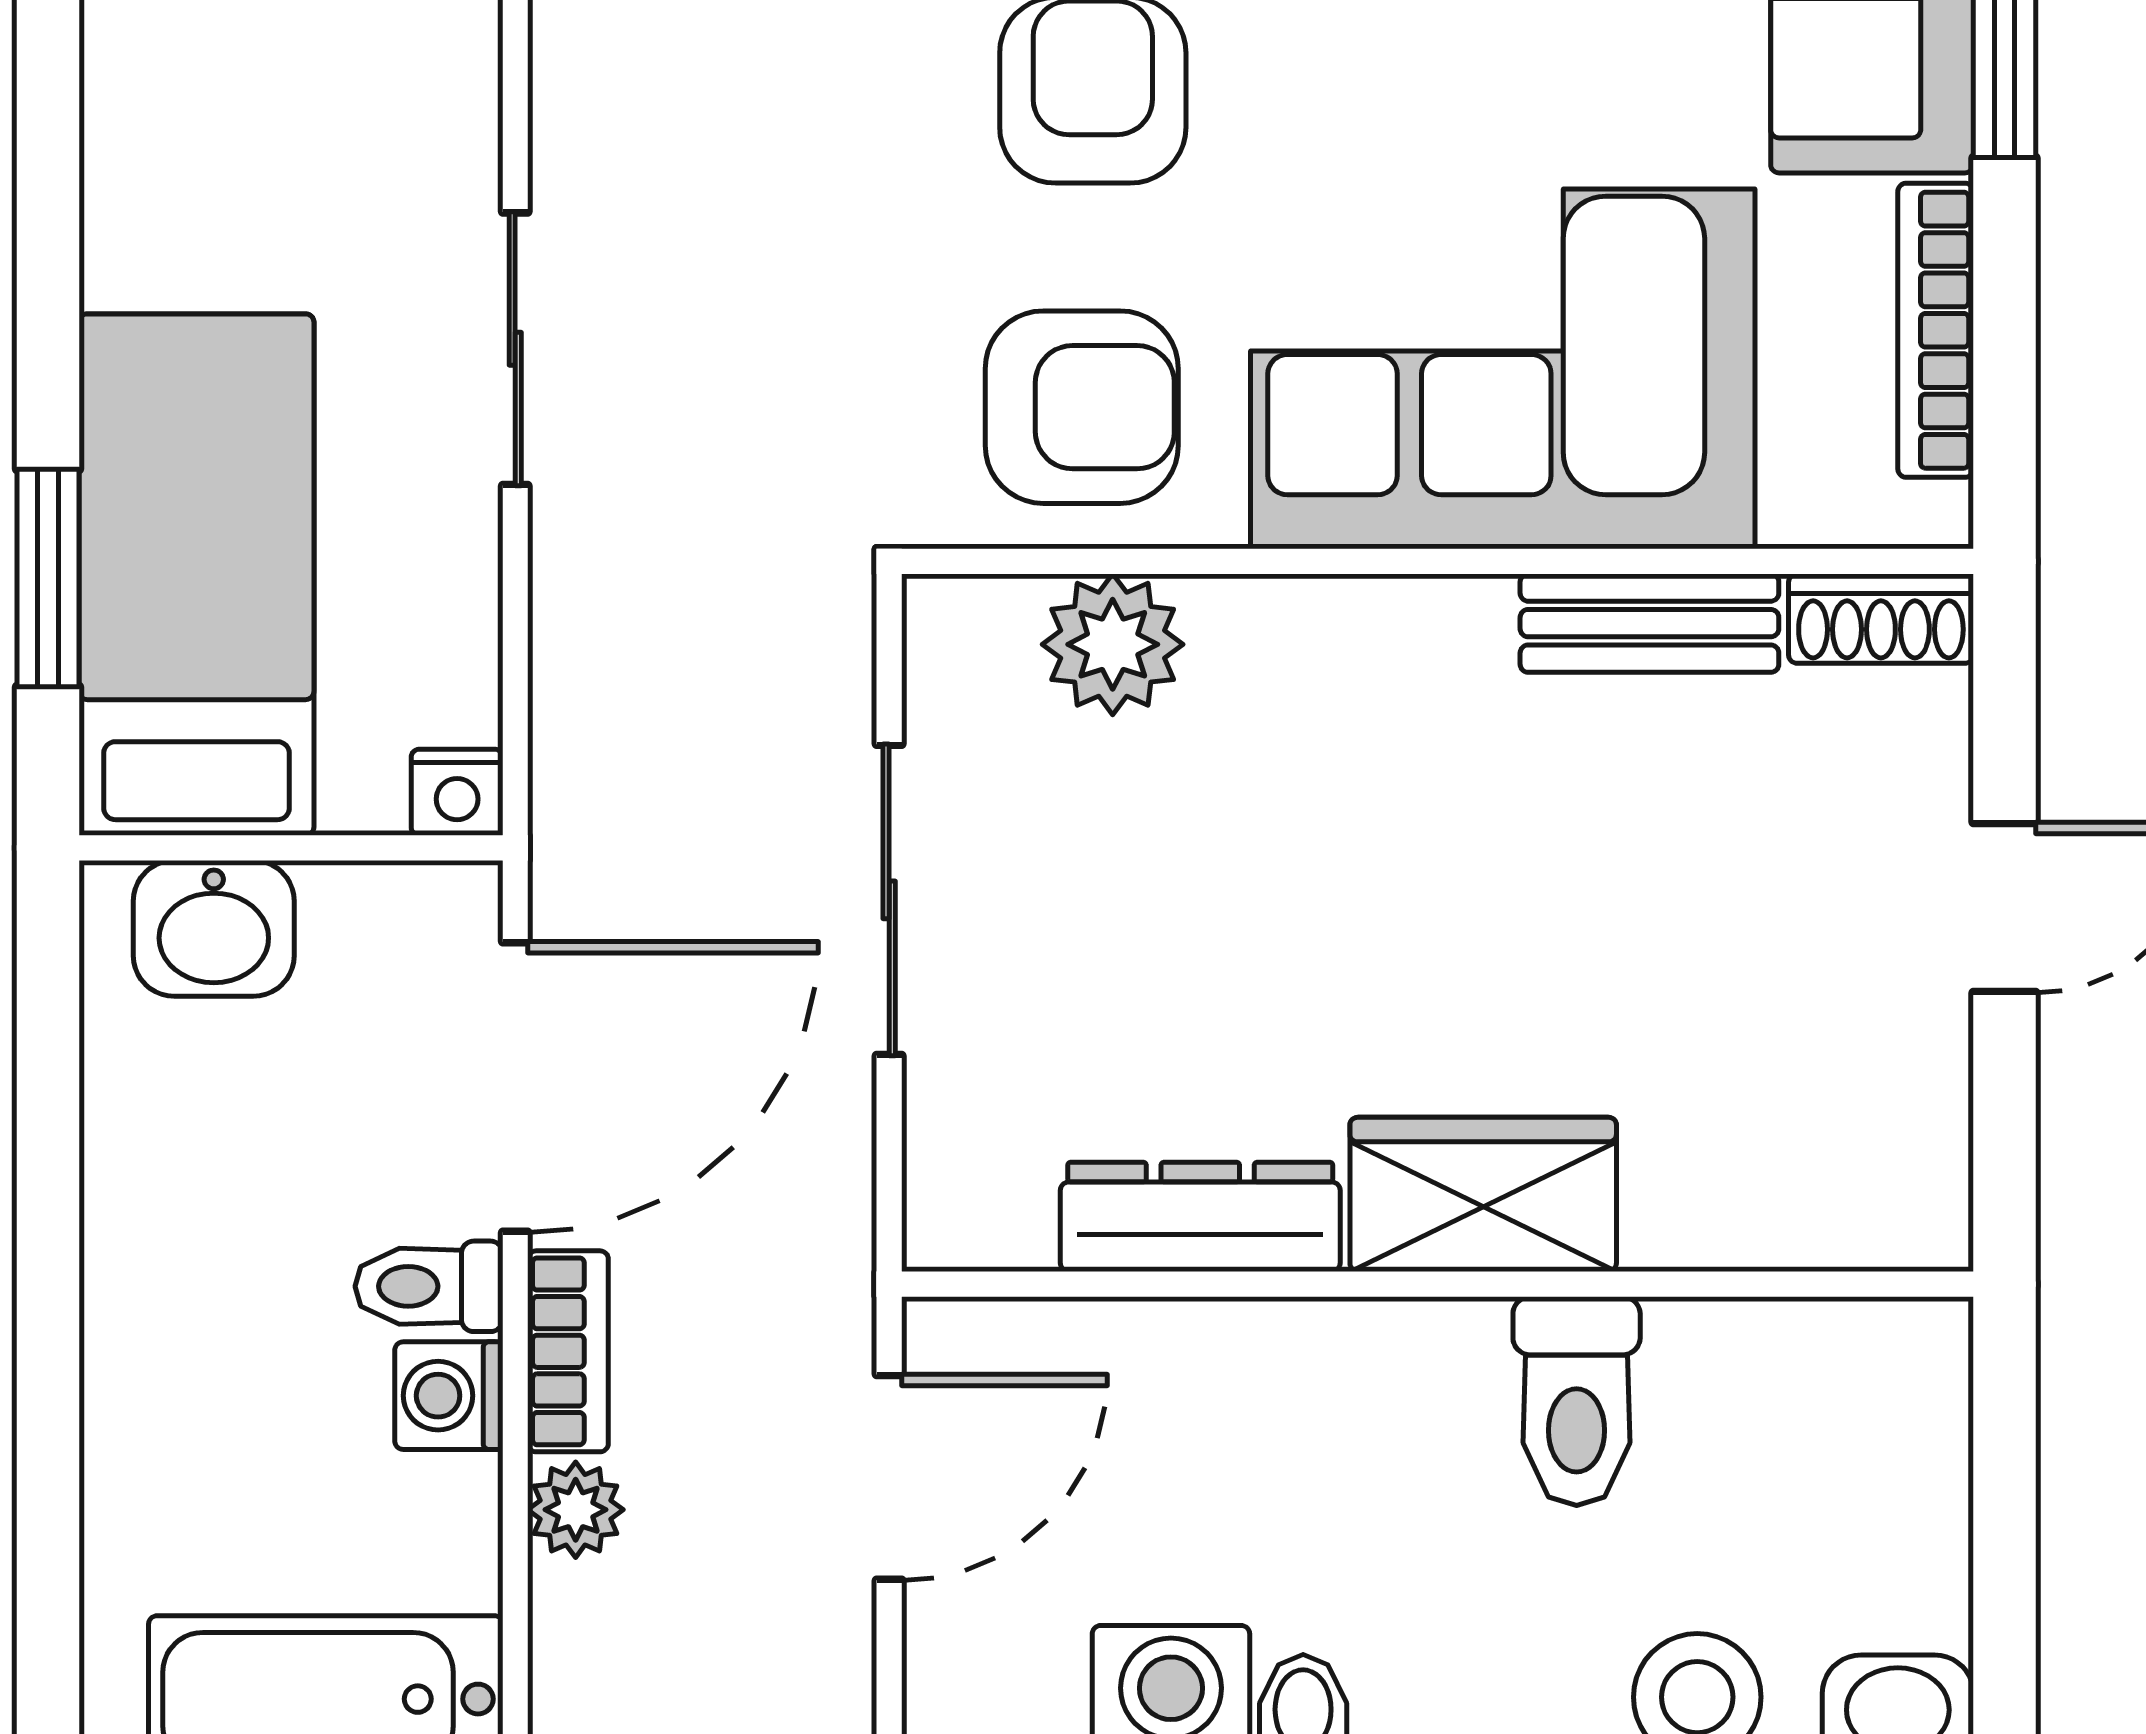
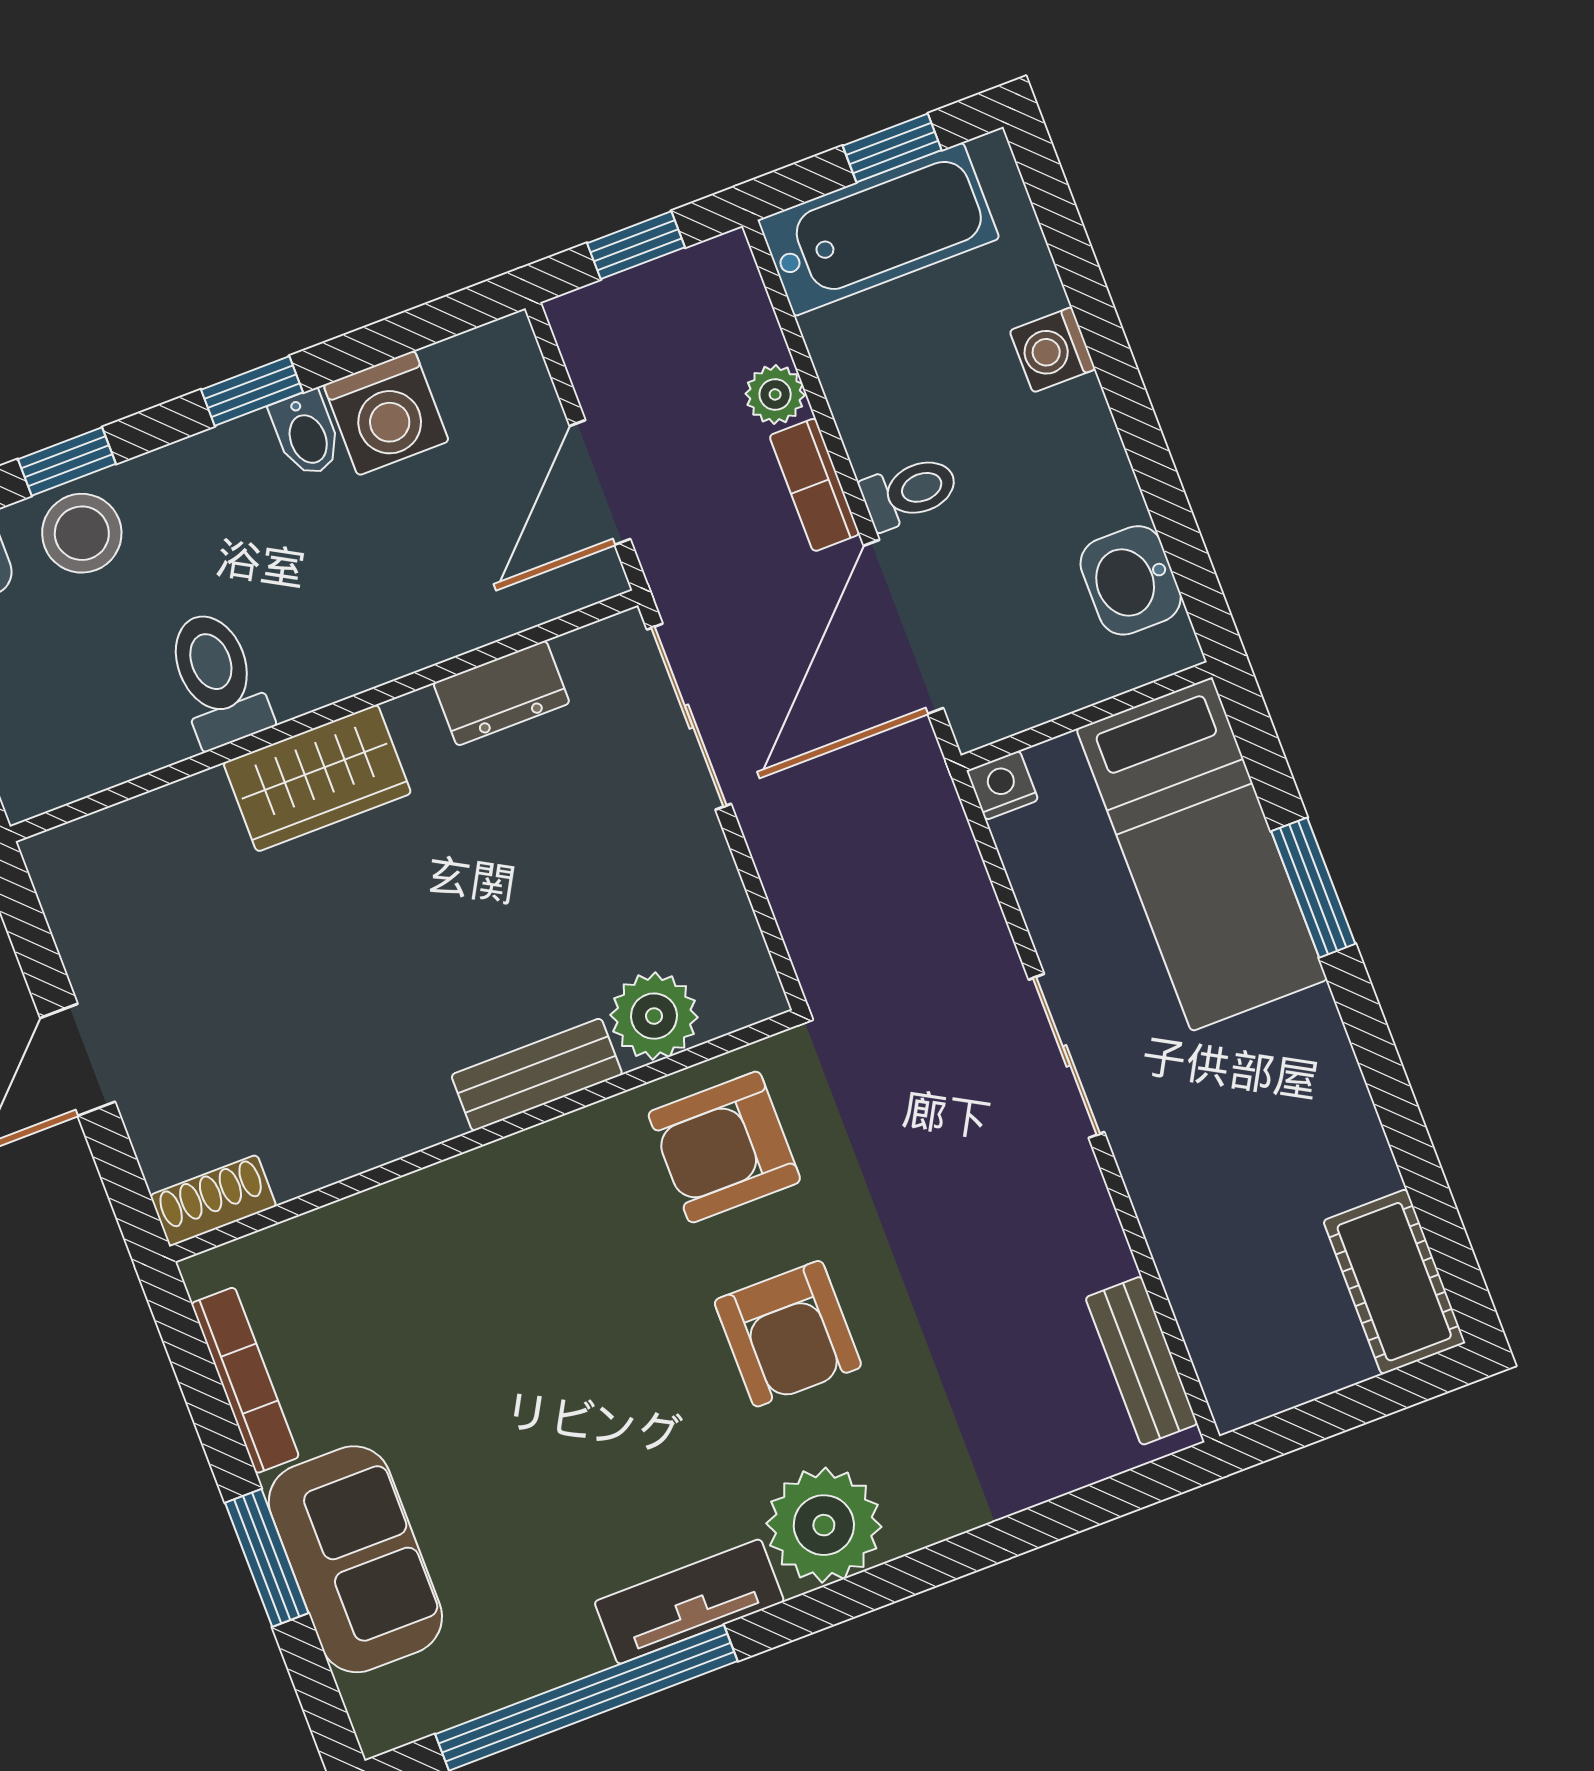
corner sofa: (1503, 369) -> (488, 1262), removed
window: (48, 578) -> (1313, 888), moved
bench: (1649, 623) -> (537, 1075), moved
sliding door: (889, 900) -> (689, 717), moved
washbasin: (214, 928) -> (1131, 580), moved, turned -90
dresser: (1200, 1217) -> (501, 693), width x0.70
washing machine: (449, 1396) -> (1052, 350), moved, turned 180

